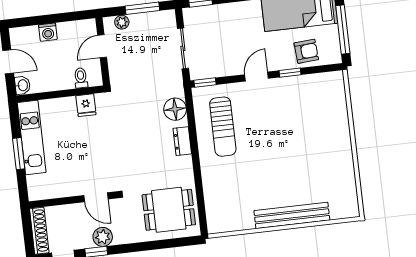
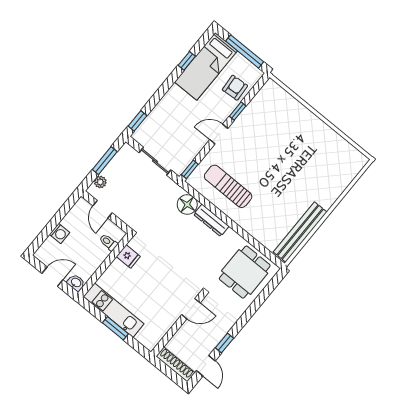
door: (256, 77) -> (219, 134), hinge flipped
sun lounger: (223, 127) -> (228, 186), turned 180
dresser: (182, 141) -> (211, 220), width x1.44
bench: (292, 215) -> (300, 232), moved
plant: (103, 237) -> (219, 330), removed

